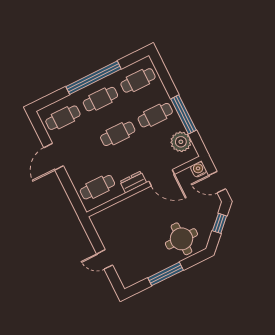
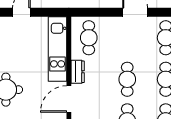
kitchen unit: (122, 210) -> (58, 49), added

